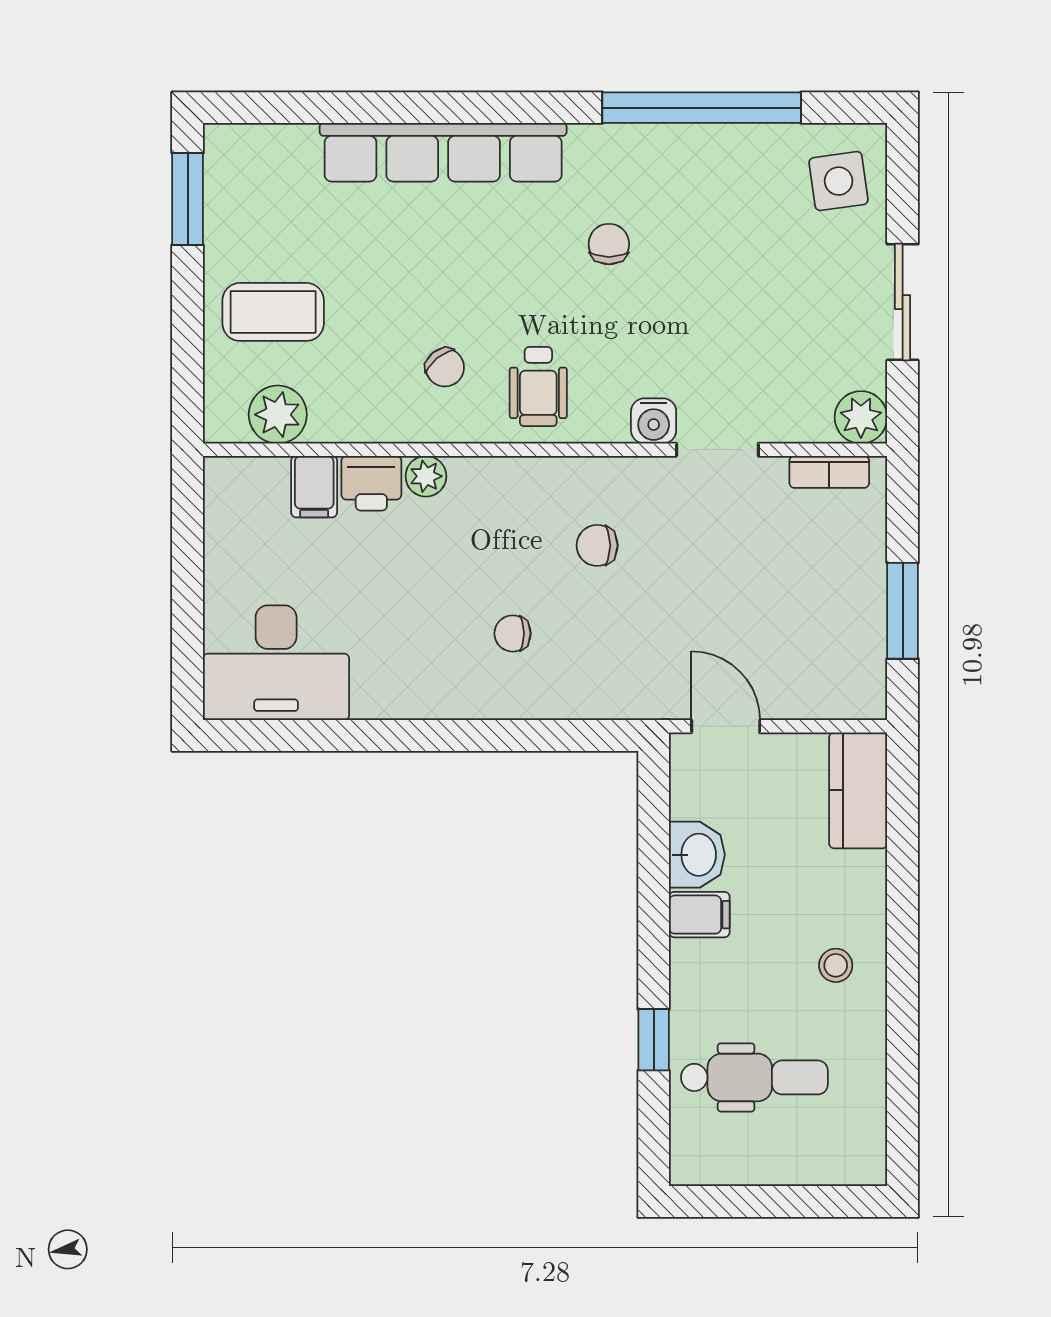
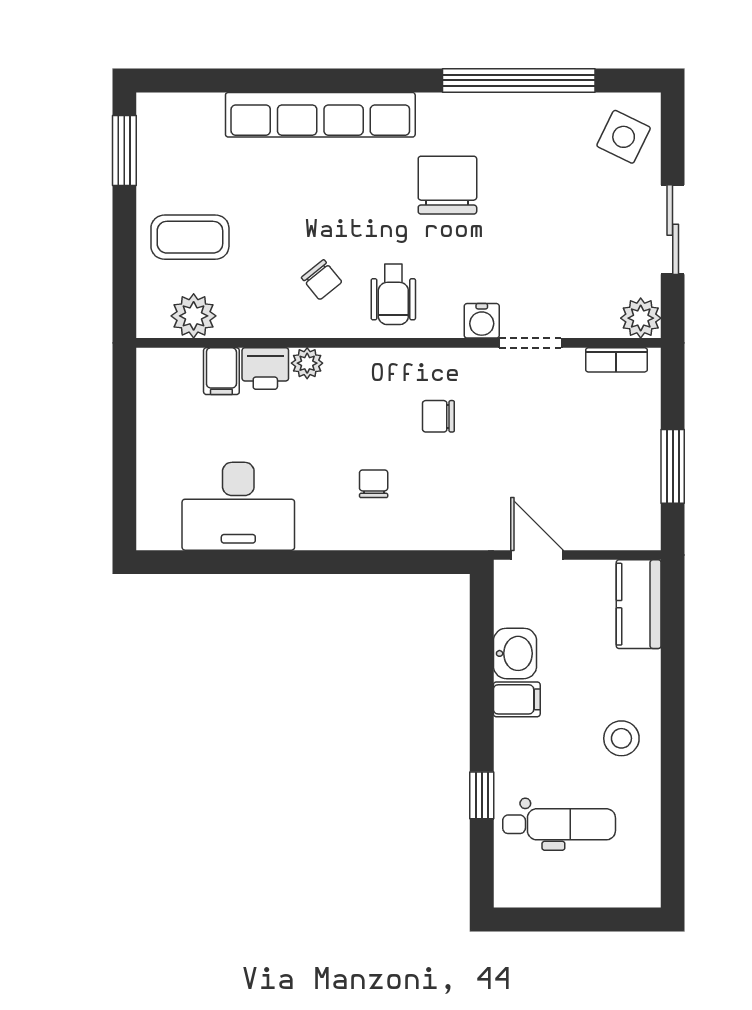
side table: (839, 181) -> (624, 137), turned 34
chair: (609, 244) -> (447, 185), width x1.87, depth x1.87
chair: (513, 633) -> (374, 484), turned 90
desk: (276, 663) -> (238, 506), moved
stool: (836, 965) -> (621, 738), width x1.37, depth x1.37

